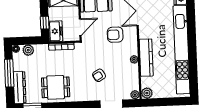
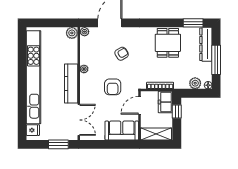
armchair: (115, 35) -> (113, 87), moved, turned 90
kitchen counter: (146, 58) -> (71, 83), moved
dining table: (56, 87) -> (168, 43), turned 90

